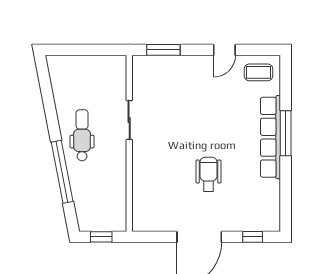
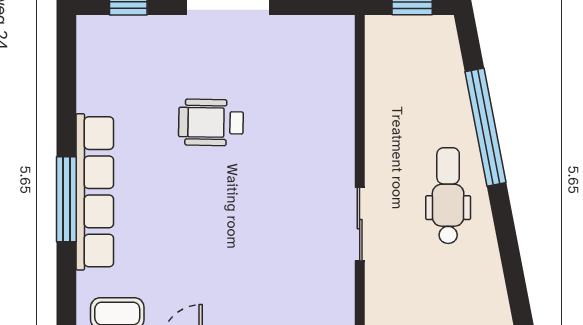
dental chair: (82, 135) -> (448, 196), turned 180
wheelchair: (209, 174) -> (211, 122), turned 91

